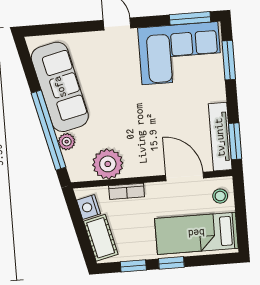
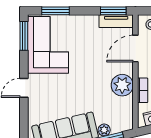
tv unit: (220, 137) -> (116, 21), width x0.71
plant: (108, 164) -> (122, 85), moved

